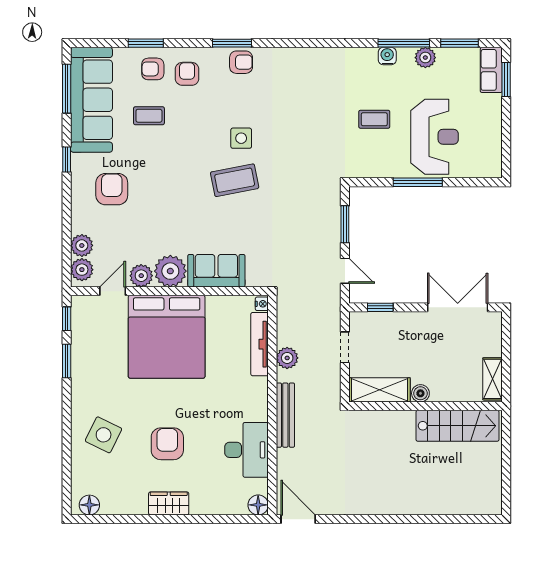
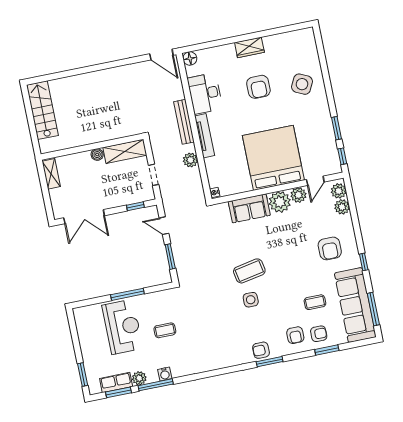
row of seats: (491, 70) -> (116, 383), moved, turned -90
reception desk: (434, 137) -> (122, 327), turned 180
tv unit: (260, 344) -> (205, 136), moved
stairs: (457, 426) -> (42, 110), moved, turned 90
floor lamp: (89, 505) -> (302, 36), removed

